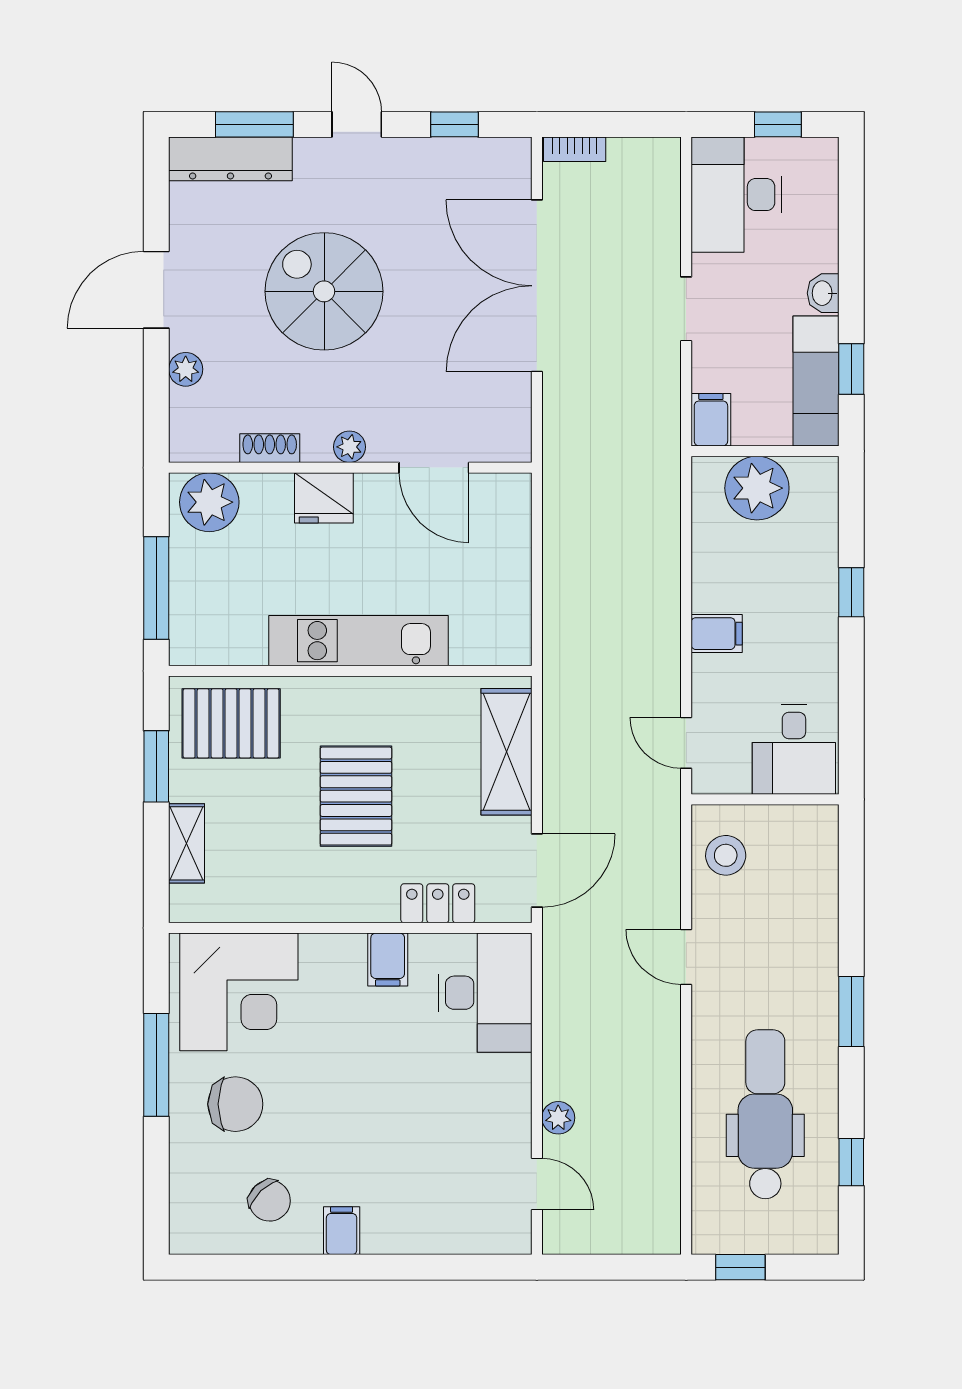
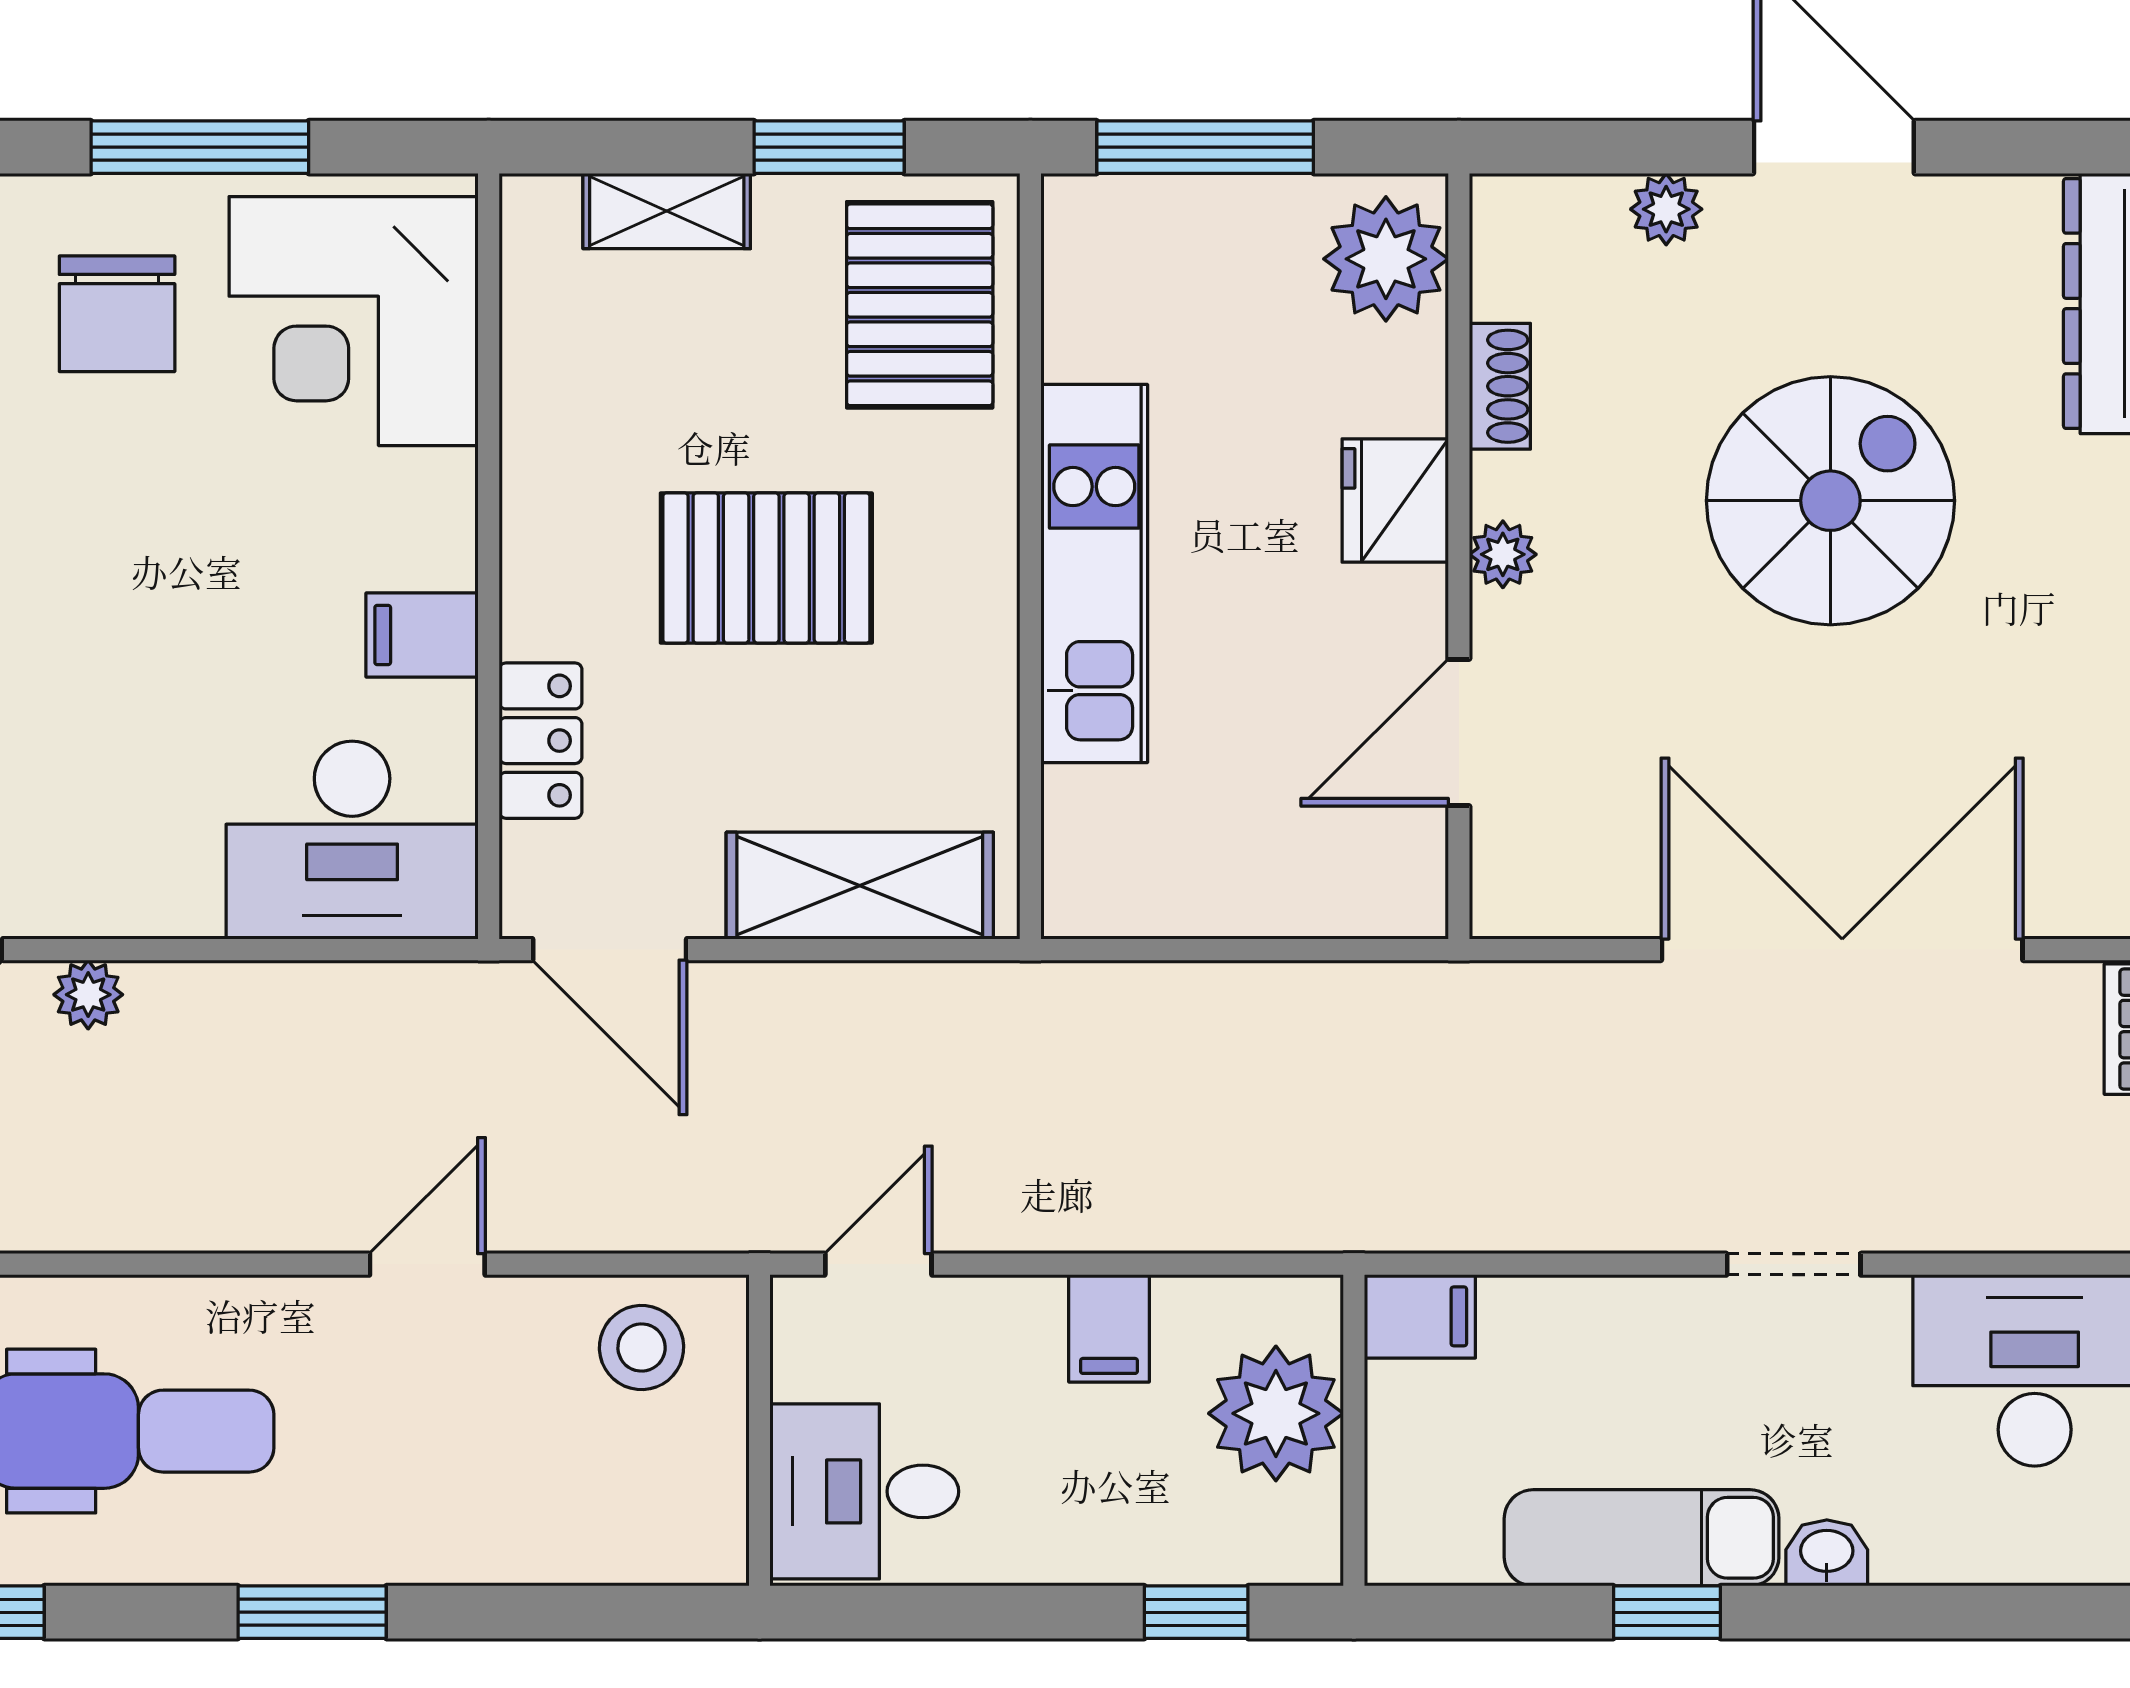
filing cabinet: (711, 420) -> (1420, 1316), moved
wall: (765, 451) -> (1354, 1430), moved
plant: (757, 488) -> (1276, 1413), moved

